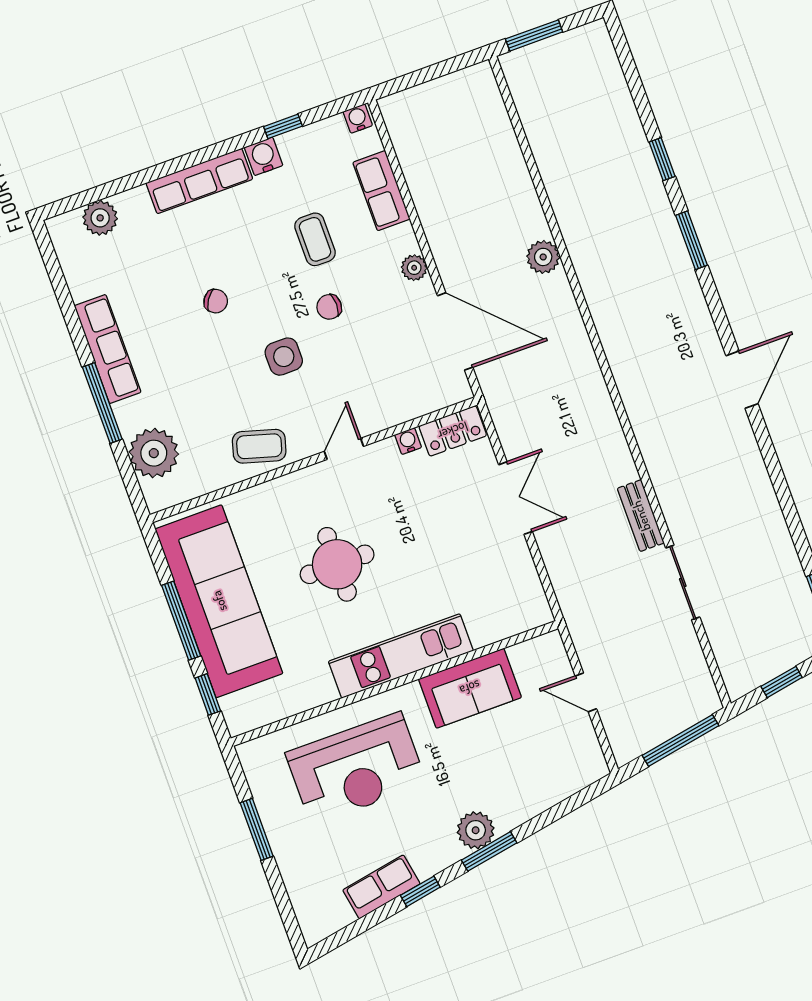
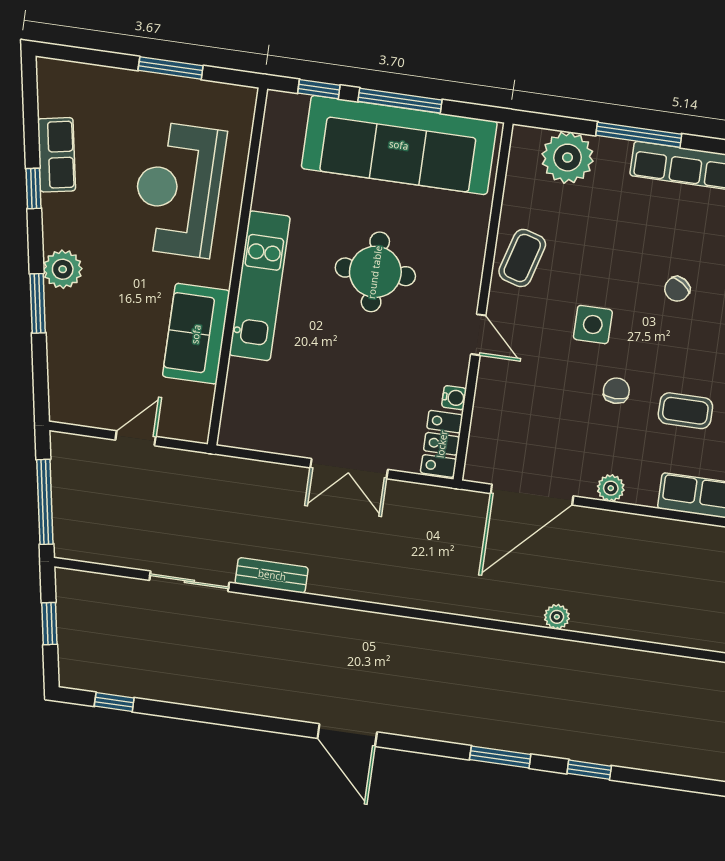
plant: (543, 257) -> (557, 617), width x0.73, depth x0.73
window: (489, 851) -> (38, 303), moved

